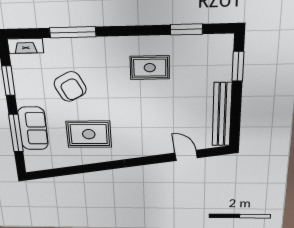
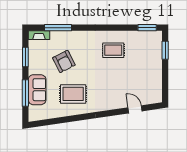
window: (186, 29) -> (147, 28), moved
window: (73, 32) -> (58, 28), moved
bench: (222, 115) -> (157, 81), removed

